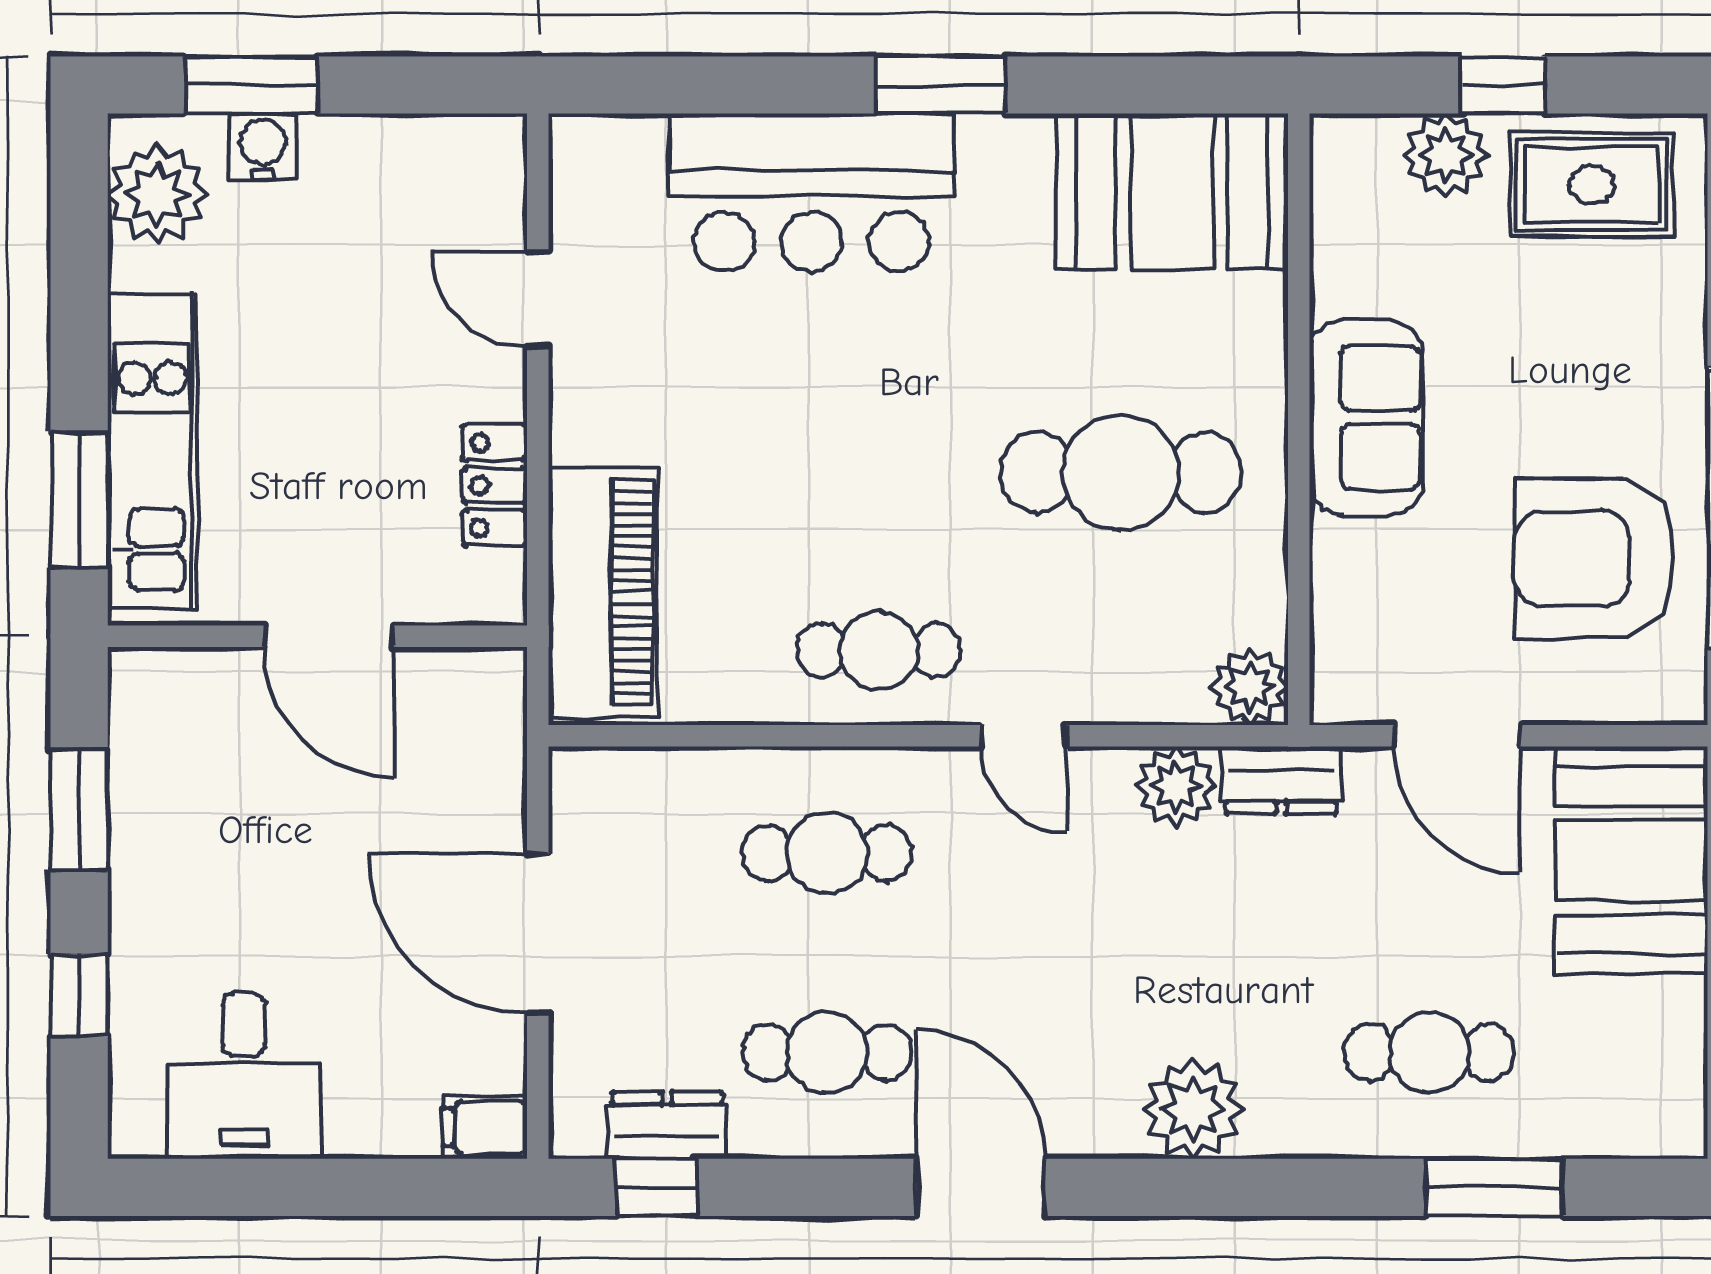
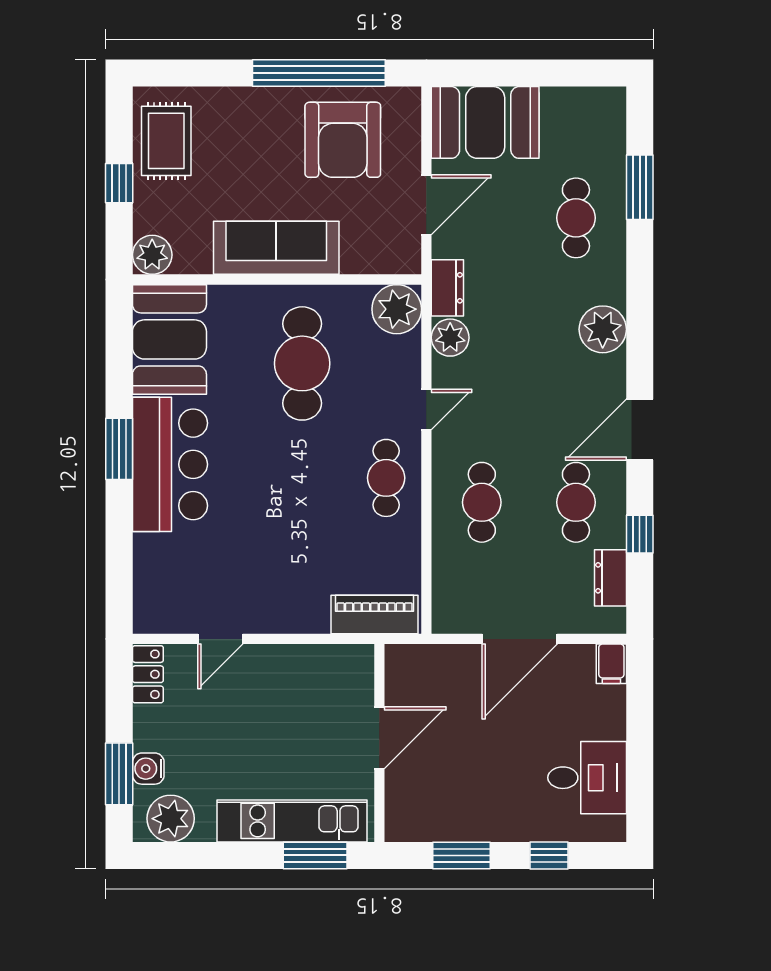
plant: (1446, 155) -> (152, 255), moved
bar counter: (812, 193) -> (170, 464), moved
sofa: (1366, 418) -> (276, 248), width x1.36
locker: (495, 485) -> (148, 674), moved, turned -90
piano: (603, 592) -> (374, 614), width x0.73, depth x0.75
plant: (1250, 687) -> (397, 309), width x1.36, depth x1.36
window: (656, 1187) -> (640, 534), moved

